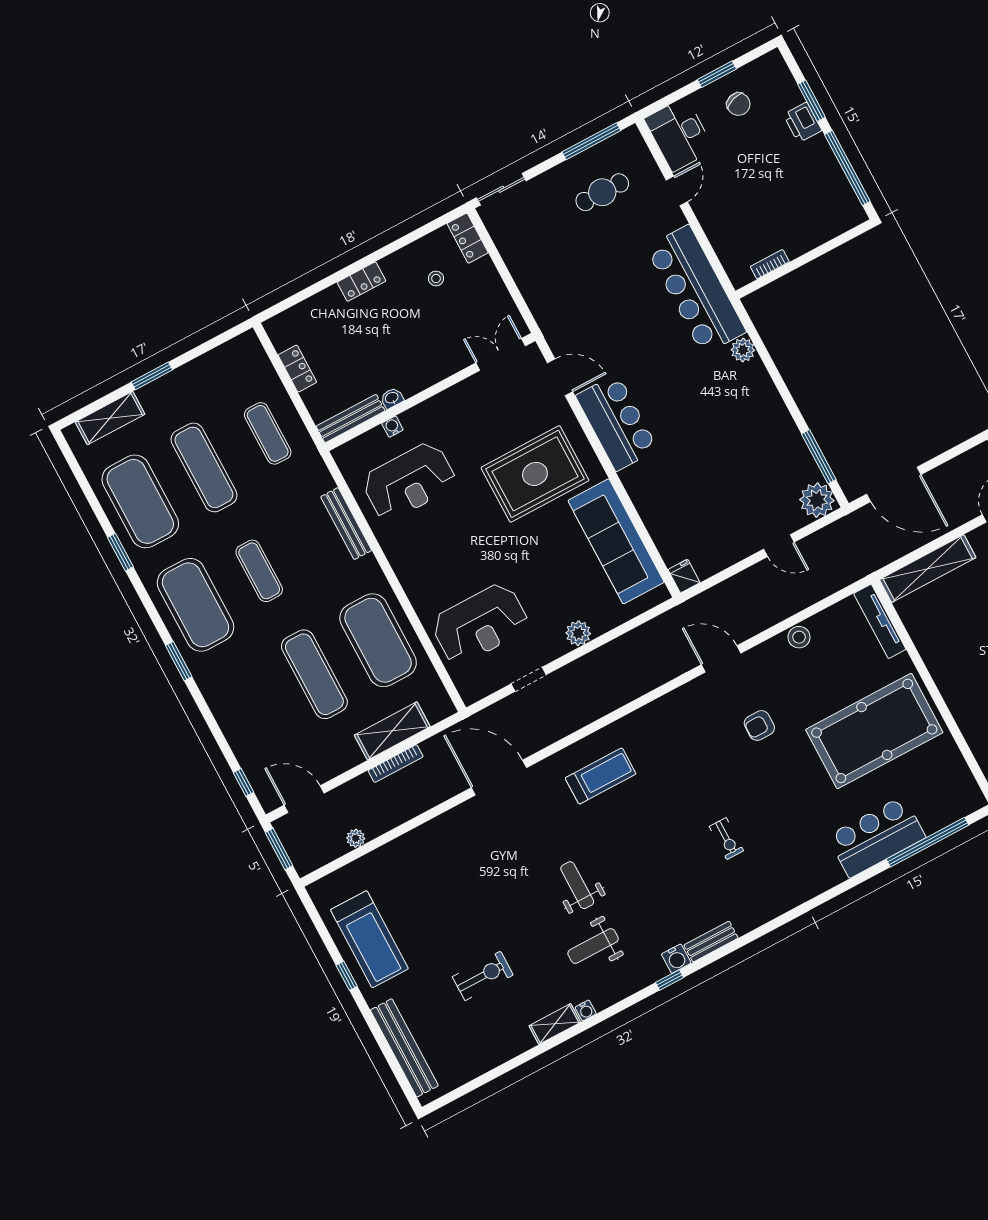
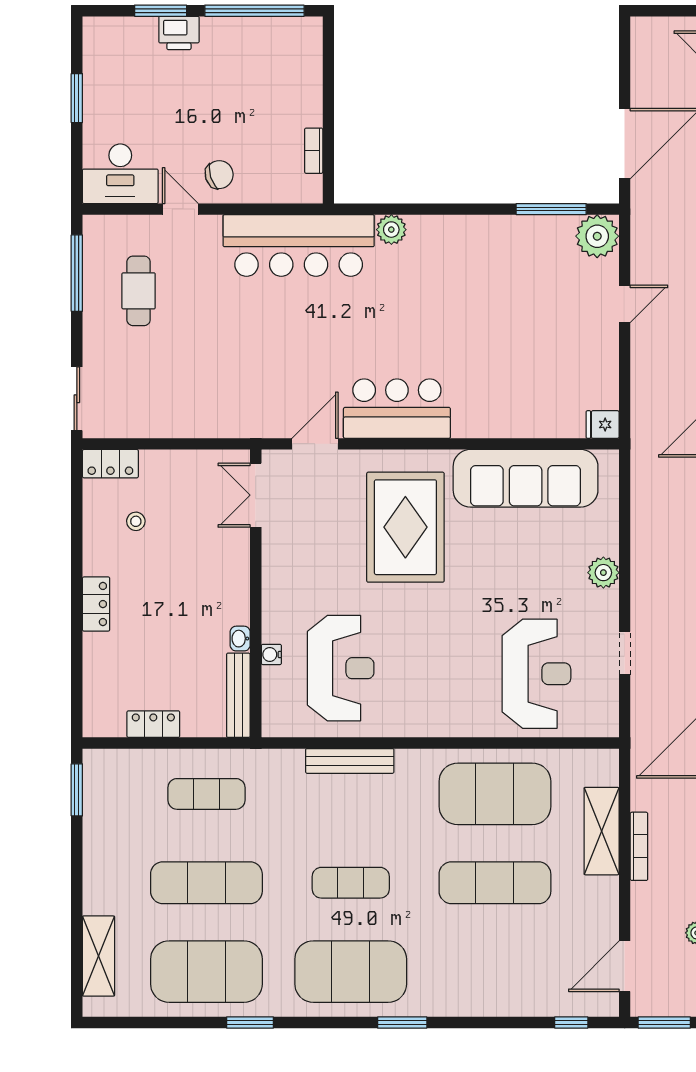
chair: (738, 104) -> (219, 175), moved
window: (152, 376) -> (77, 790), moved

